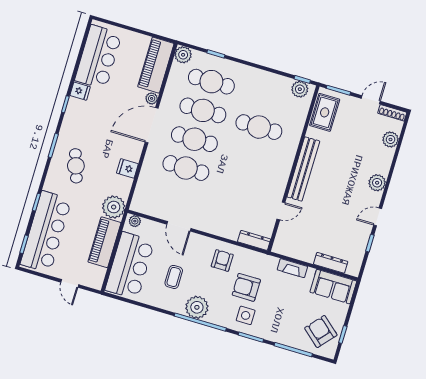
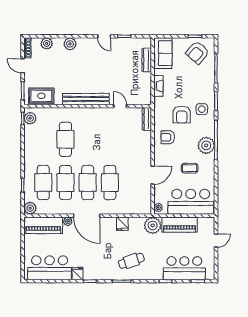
plant: (377, 183) -> (70, 44), moved
bar counter: (46, 232) -> (184, 268), width x0.73

